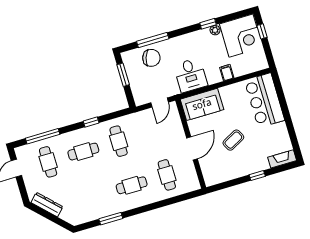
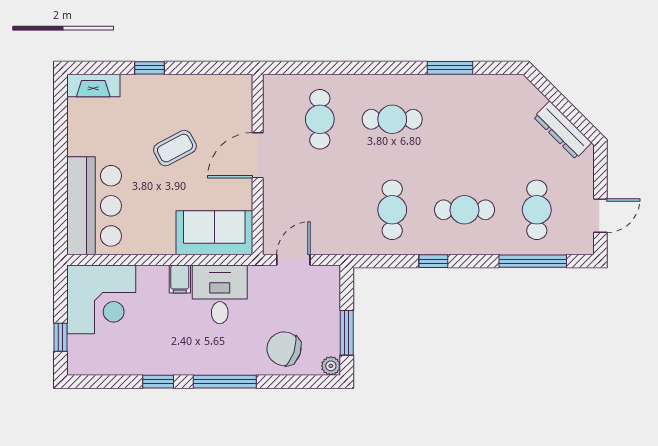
plant: (215, 30) -> (331, 366), moved
corner desk: (241, 36) -> (101, 299), moved, turned 180
window: (153, 40) -> (225, 382), moved
filing cabinet: (227, 73) -> (180, 279), moved

